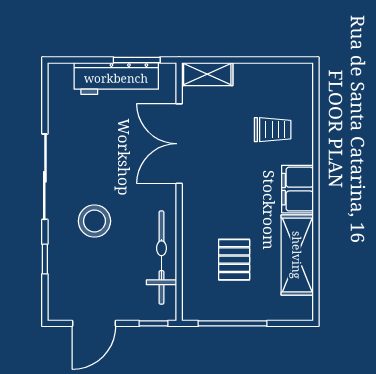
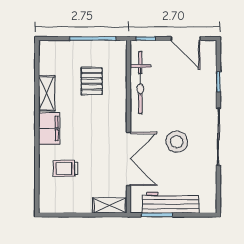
stool: (94, 221) -> (177, 142), moved
shelving: (297, 255) -> (47, 93), width x0.67, depth x0.75
door: (94, 323) -> (186, 39), swing flipped

